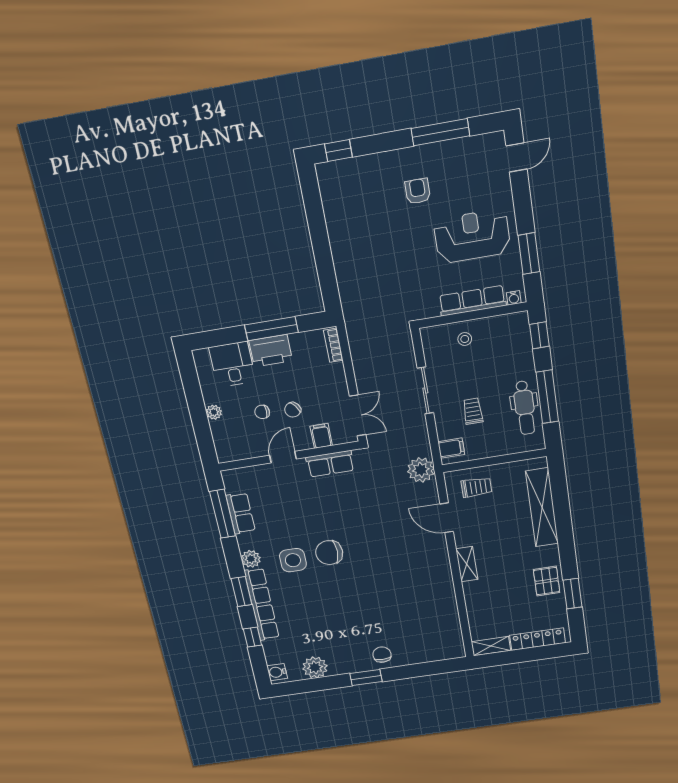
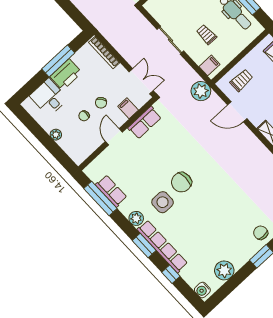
bookcase: (333, 345) -> (104, 52), width x1.56

